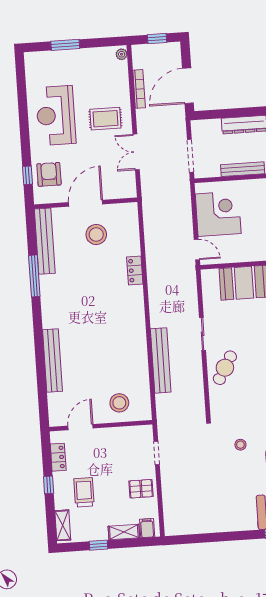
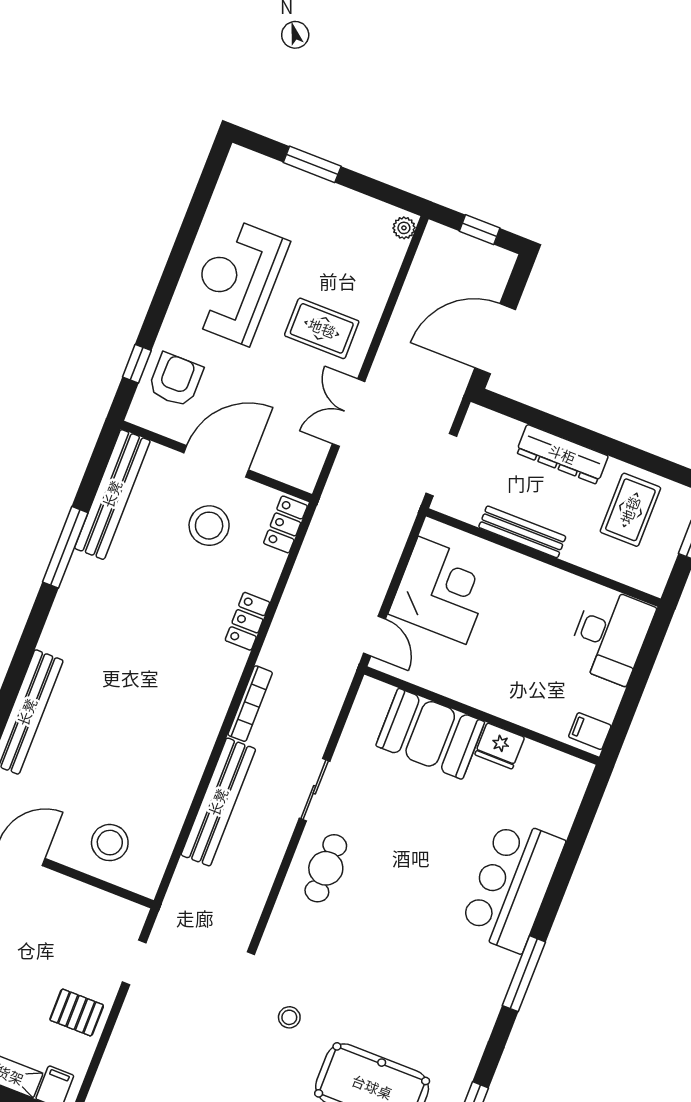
bookcase: (139, 89) -> (250, 704), moved
locker: (131, 217) -> (285, 524), added
cafe table: (225, 368) -> (326, 868), turned -30

